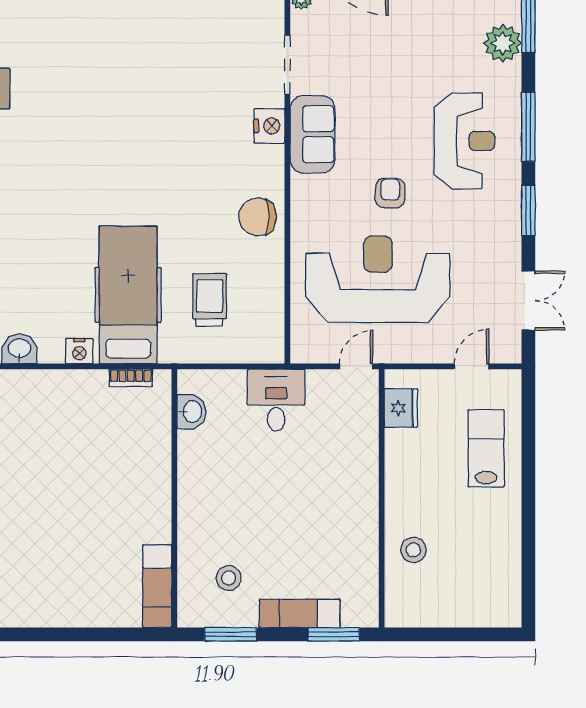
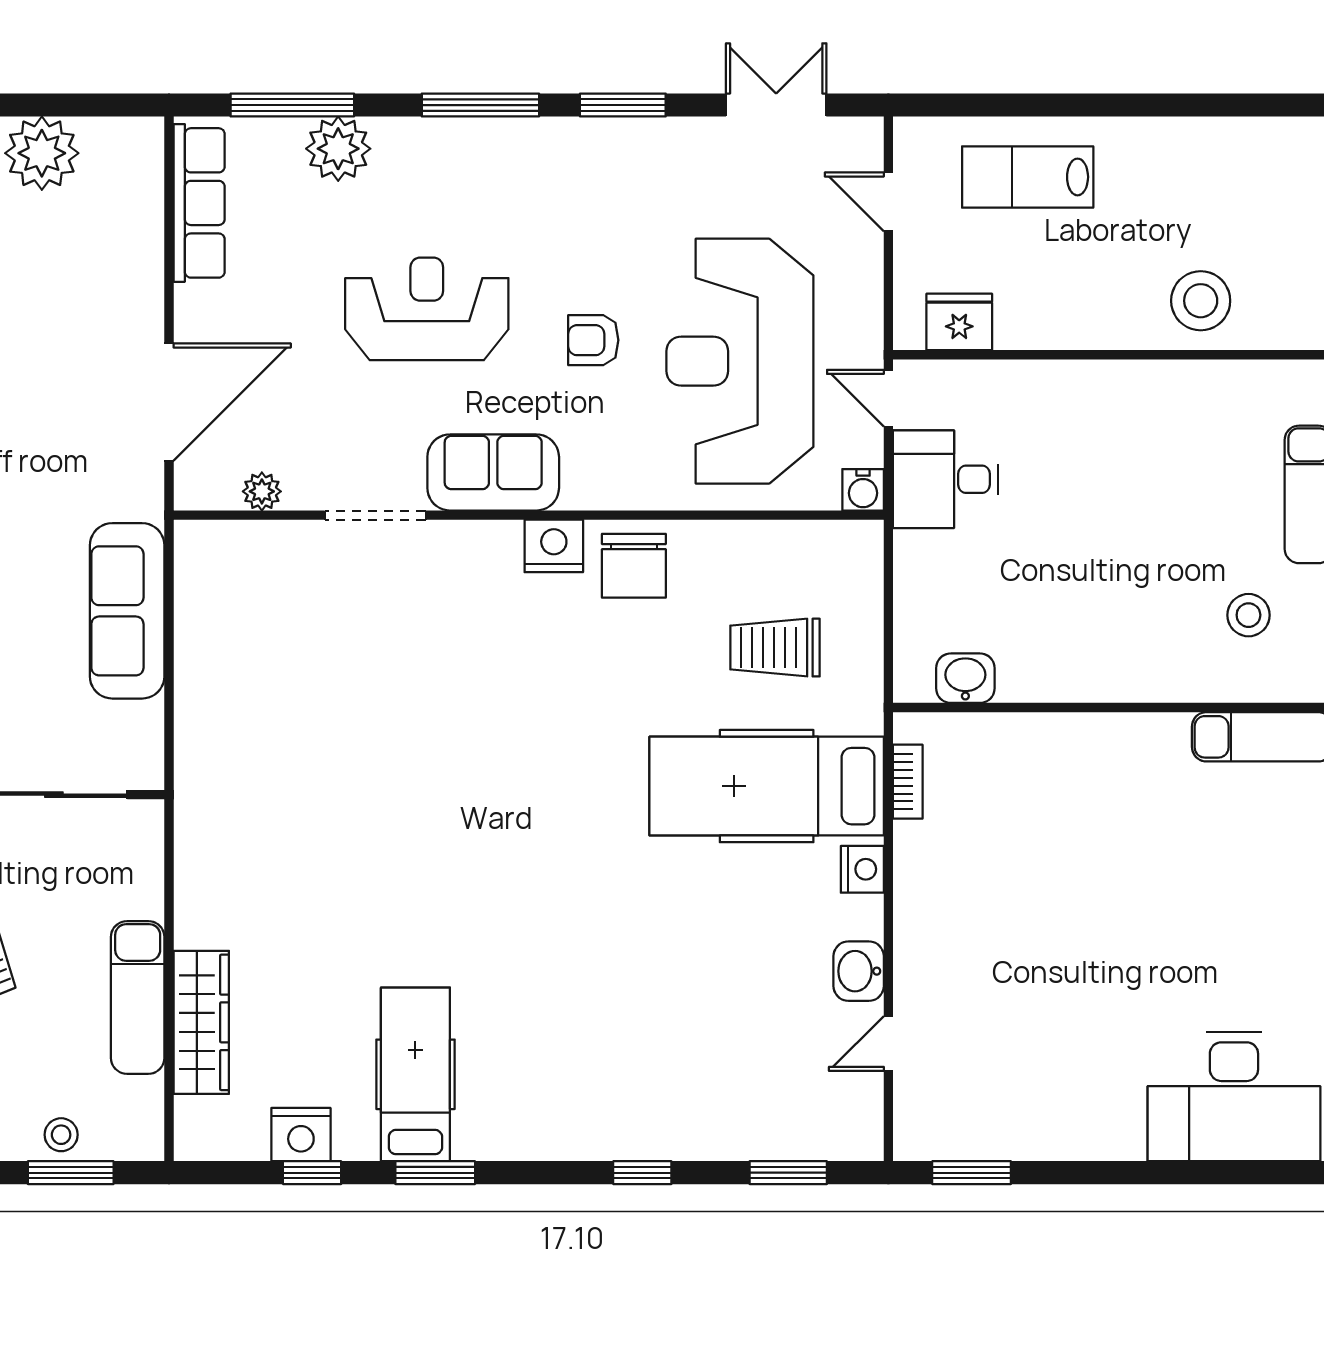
nightstand: (269, 126) -> (554, 546), moved
reception desk: (464, 141) -> (427, 309), moved
water cooler: (302, 352) -> (863, 490), added
desk: (276, 400) -> (946, 479), moved
stool: (413, 550) -> (1201, 301), width x1.38, depth x1.38

